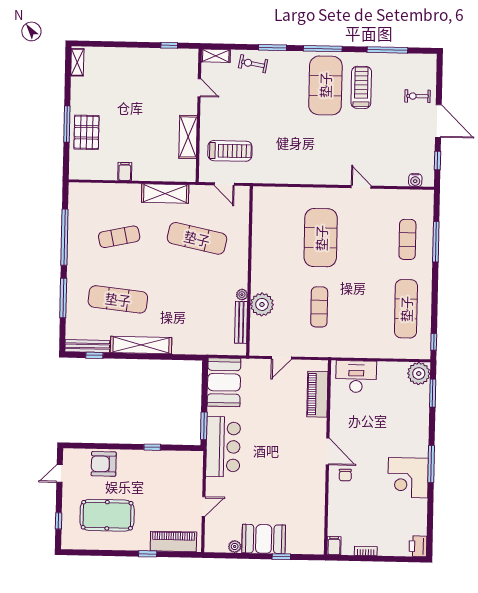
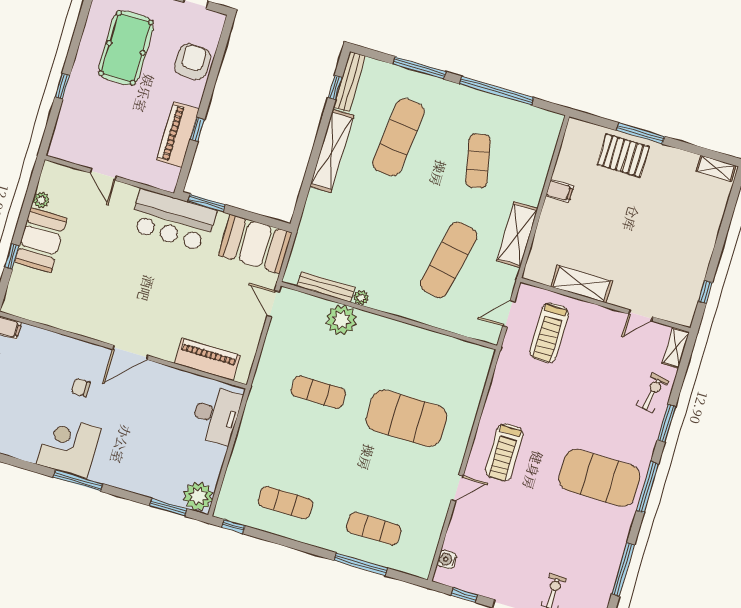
treadmill: (361, 87) -> (504, 452), moved, turned 90
exercise mat: (406, 309) -> (285, 503), width x0.73, depth x0.69
door: (281, 358) -> (273, 304), moved
chair: (345, 475) -> (81, 387), moved
piano: (173, 541) -> (178, 135), moved, turned 180

